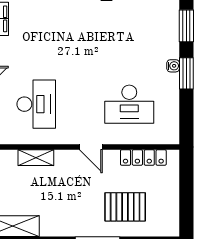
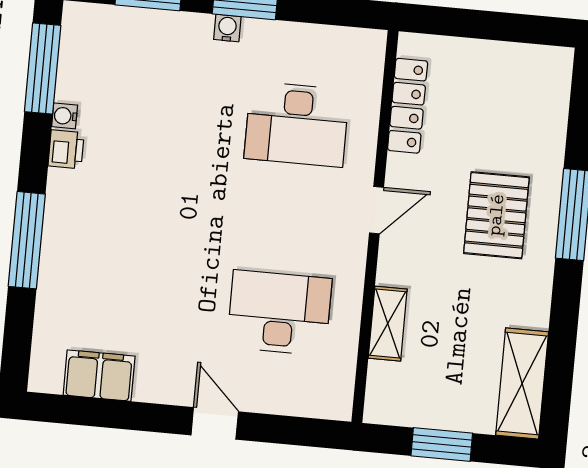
desk: (129, 104) -> (297, 124), turned 90
pallet: (125, 207) -> (496, 215), moved

